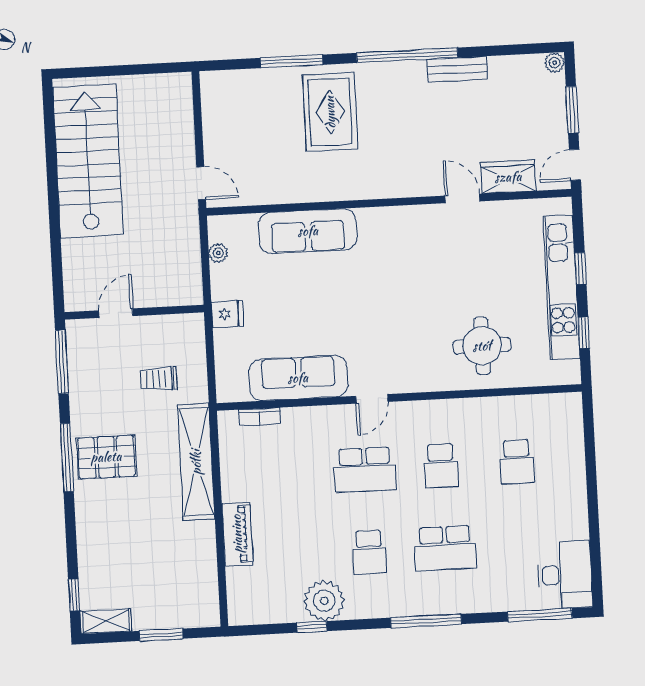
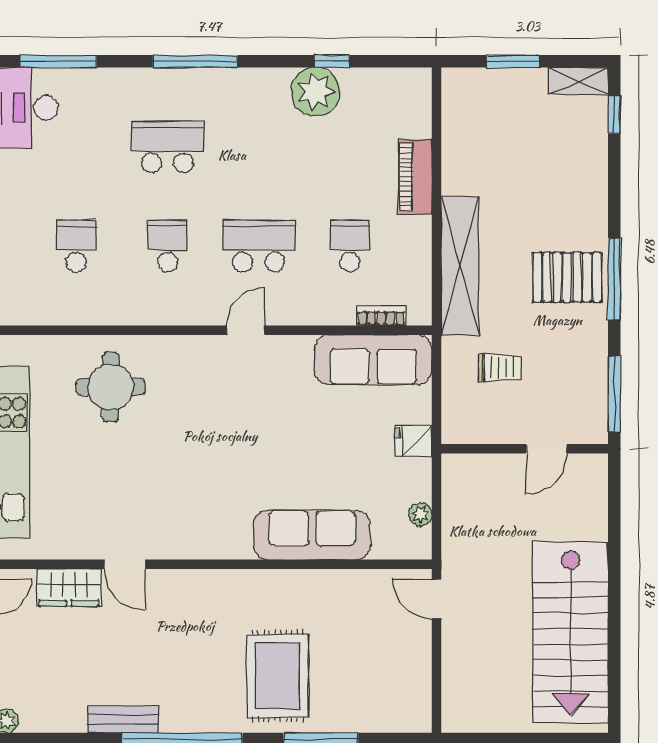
sofa: (298, 378) -> (373, 360), moved
school desk: (369, 552) -> (350, 246), moved

